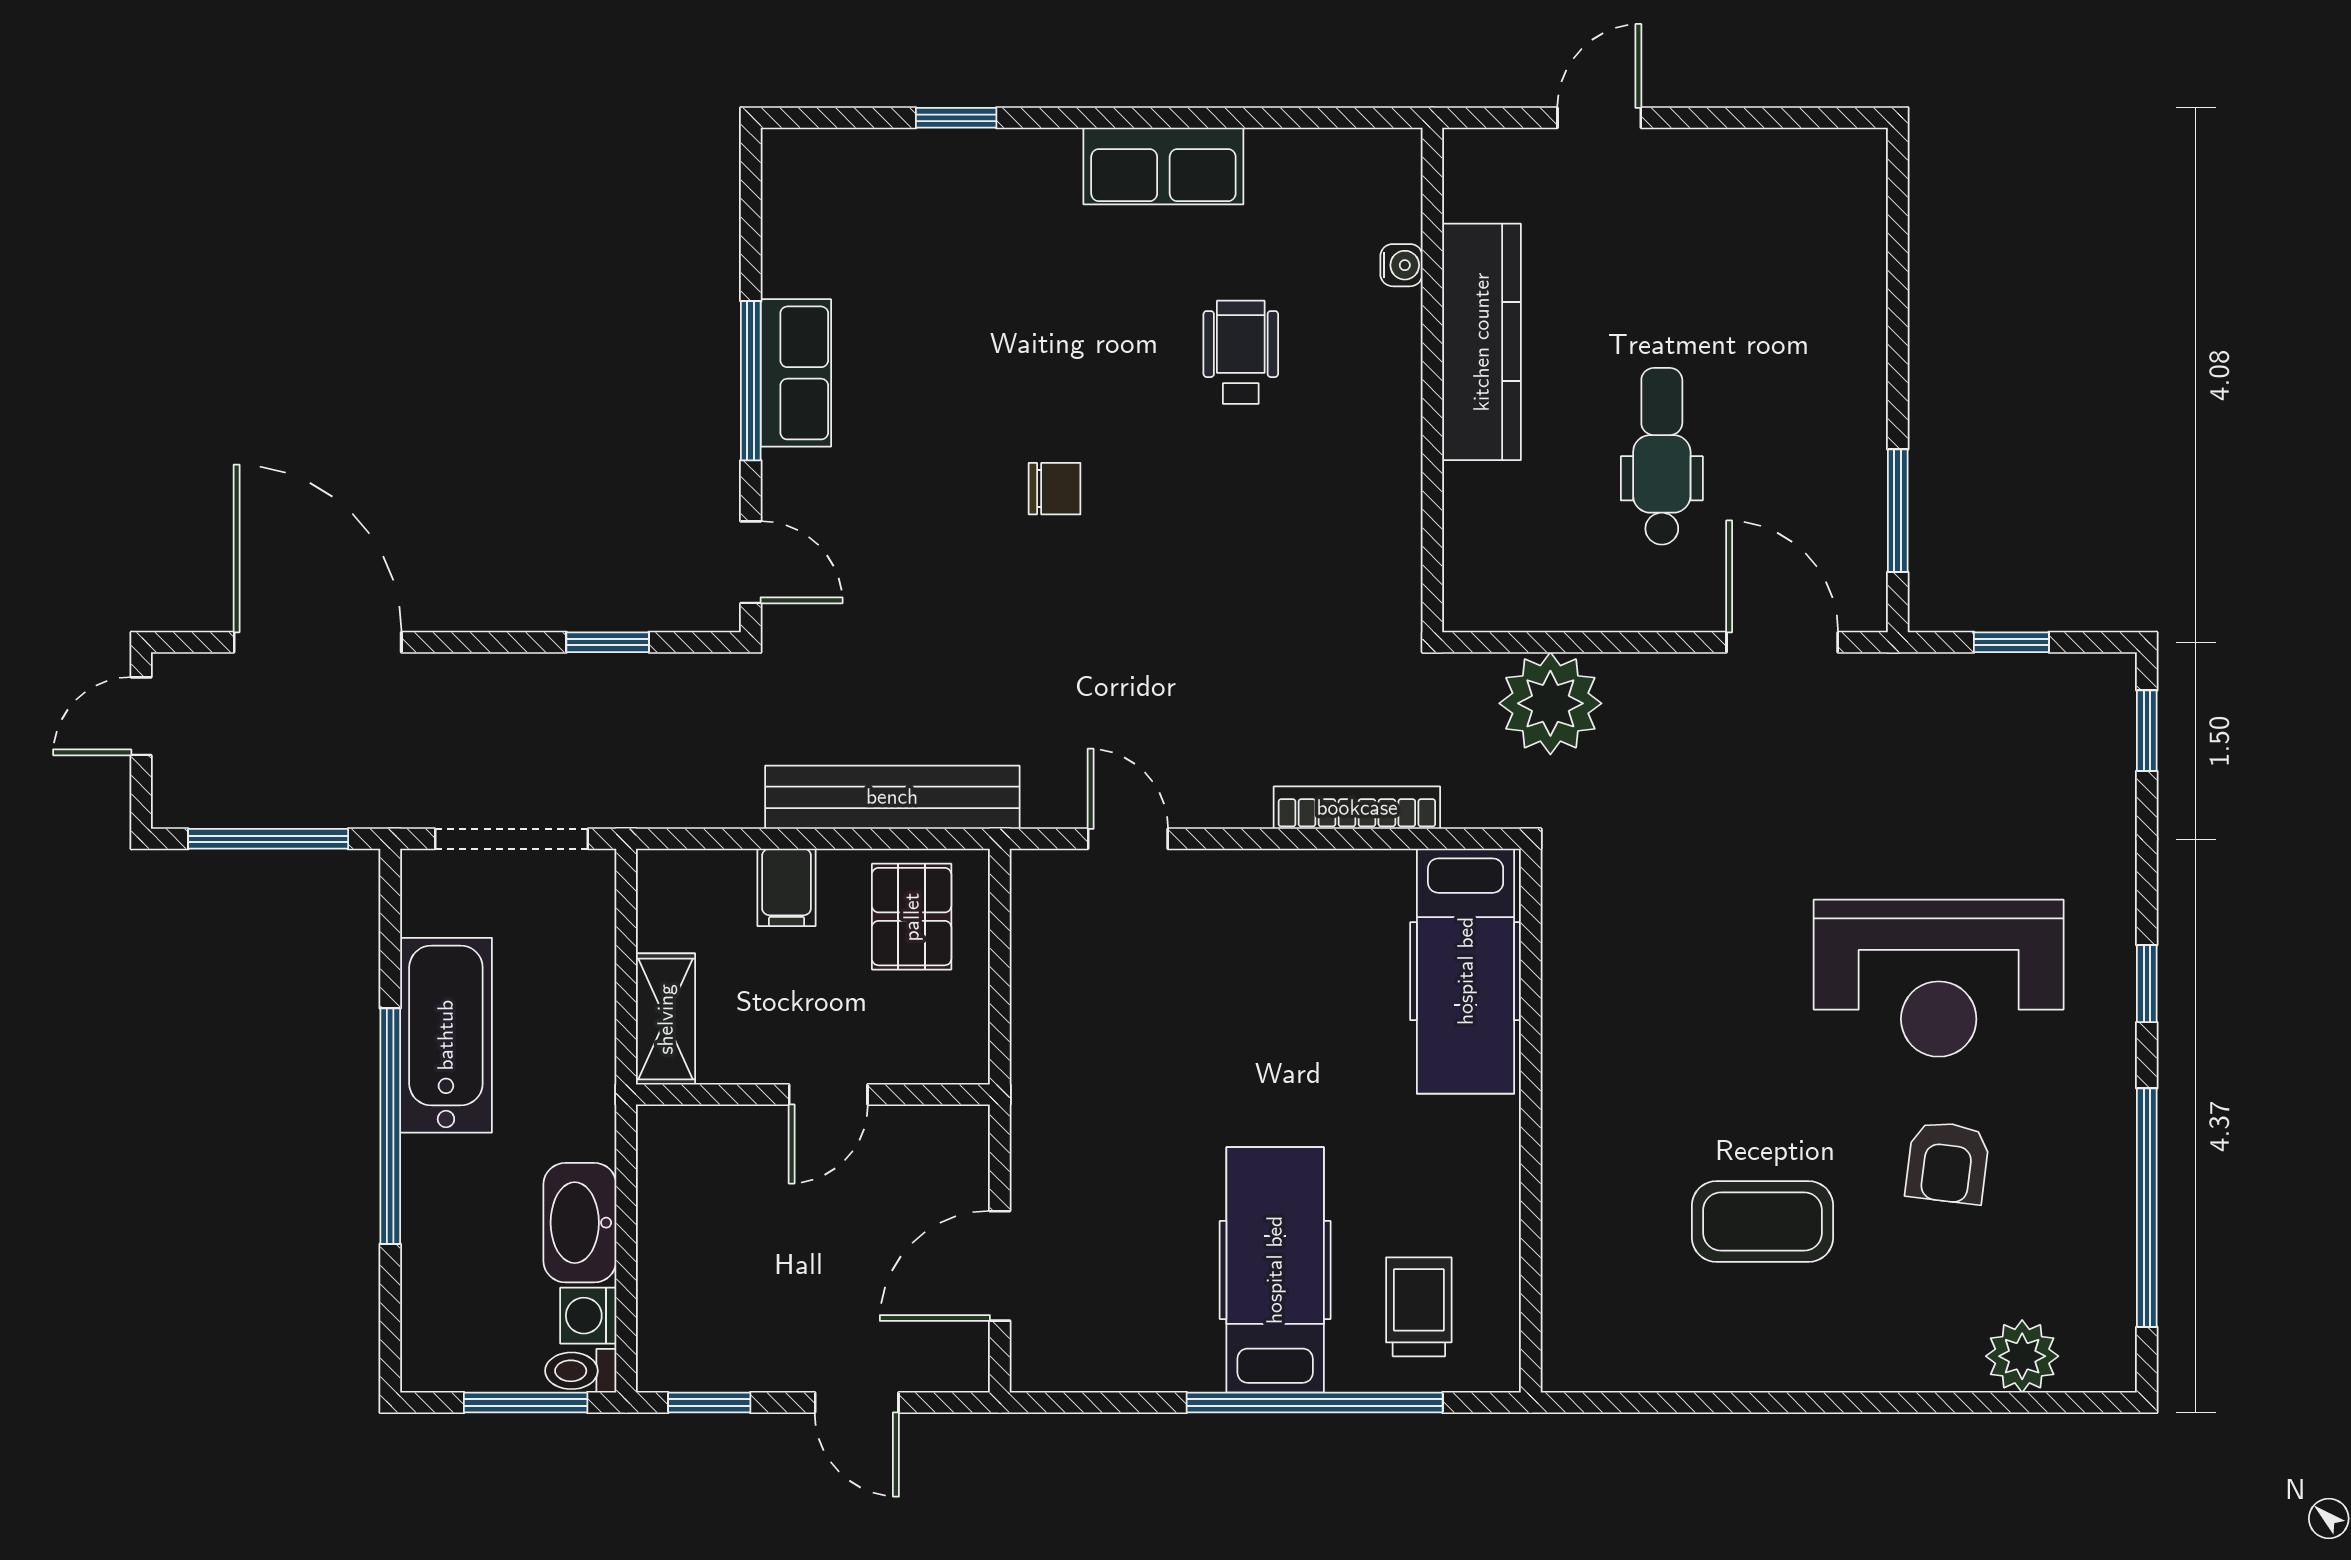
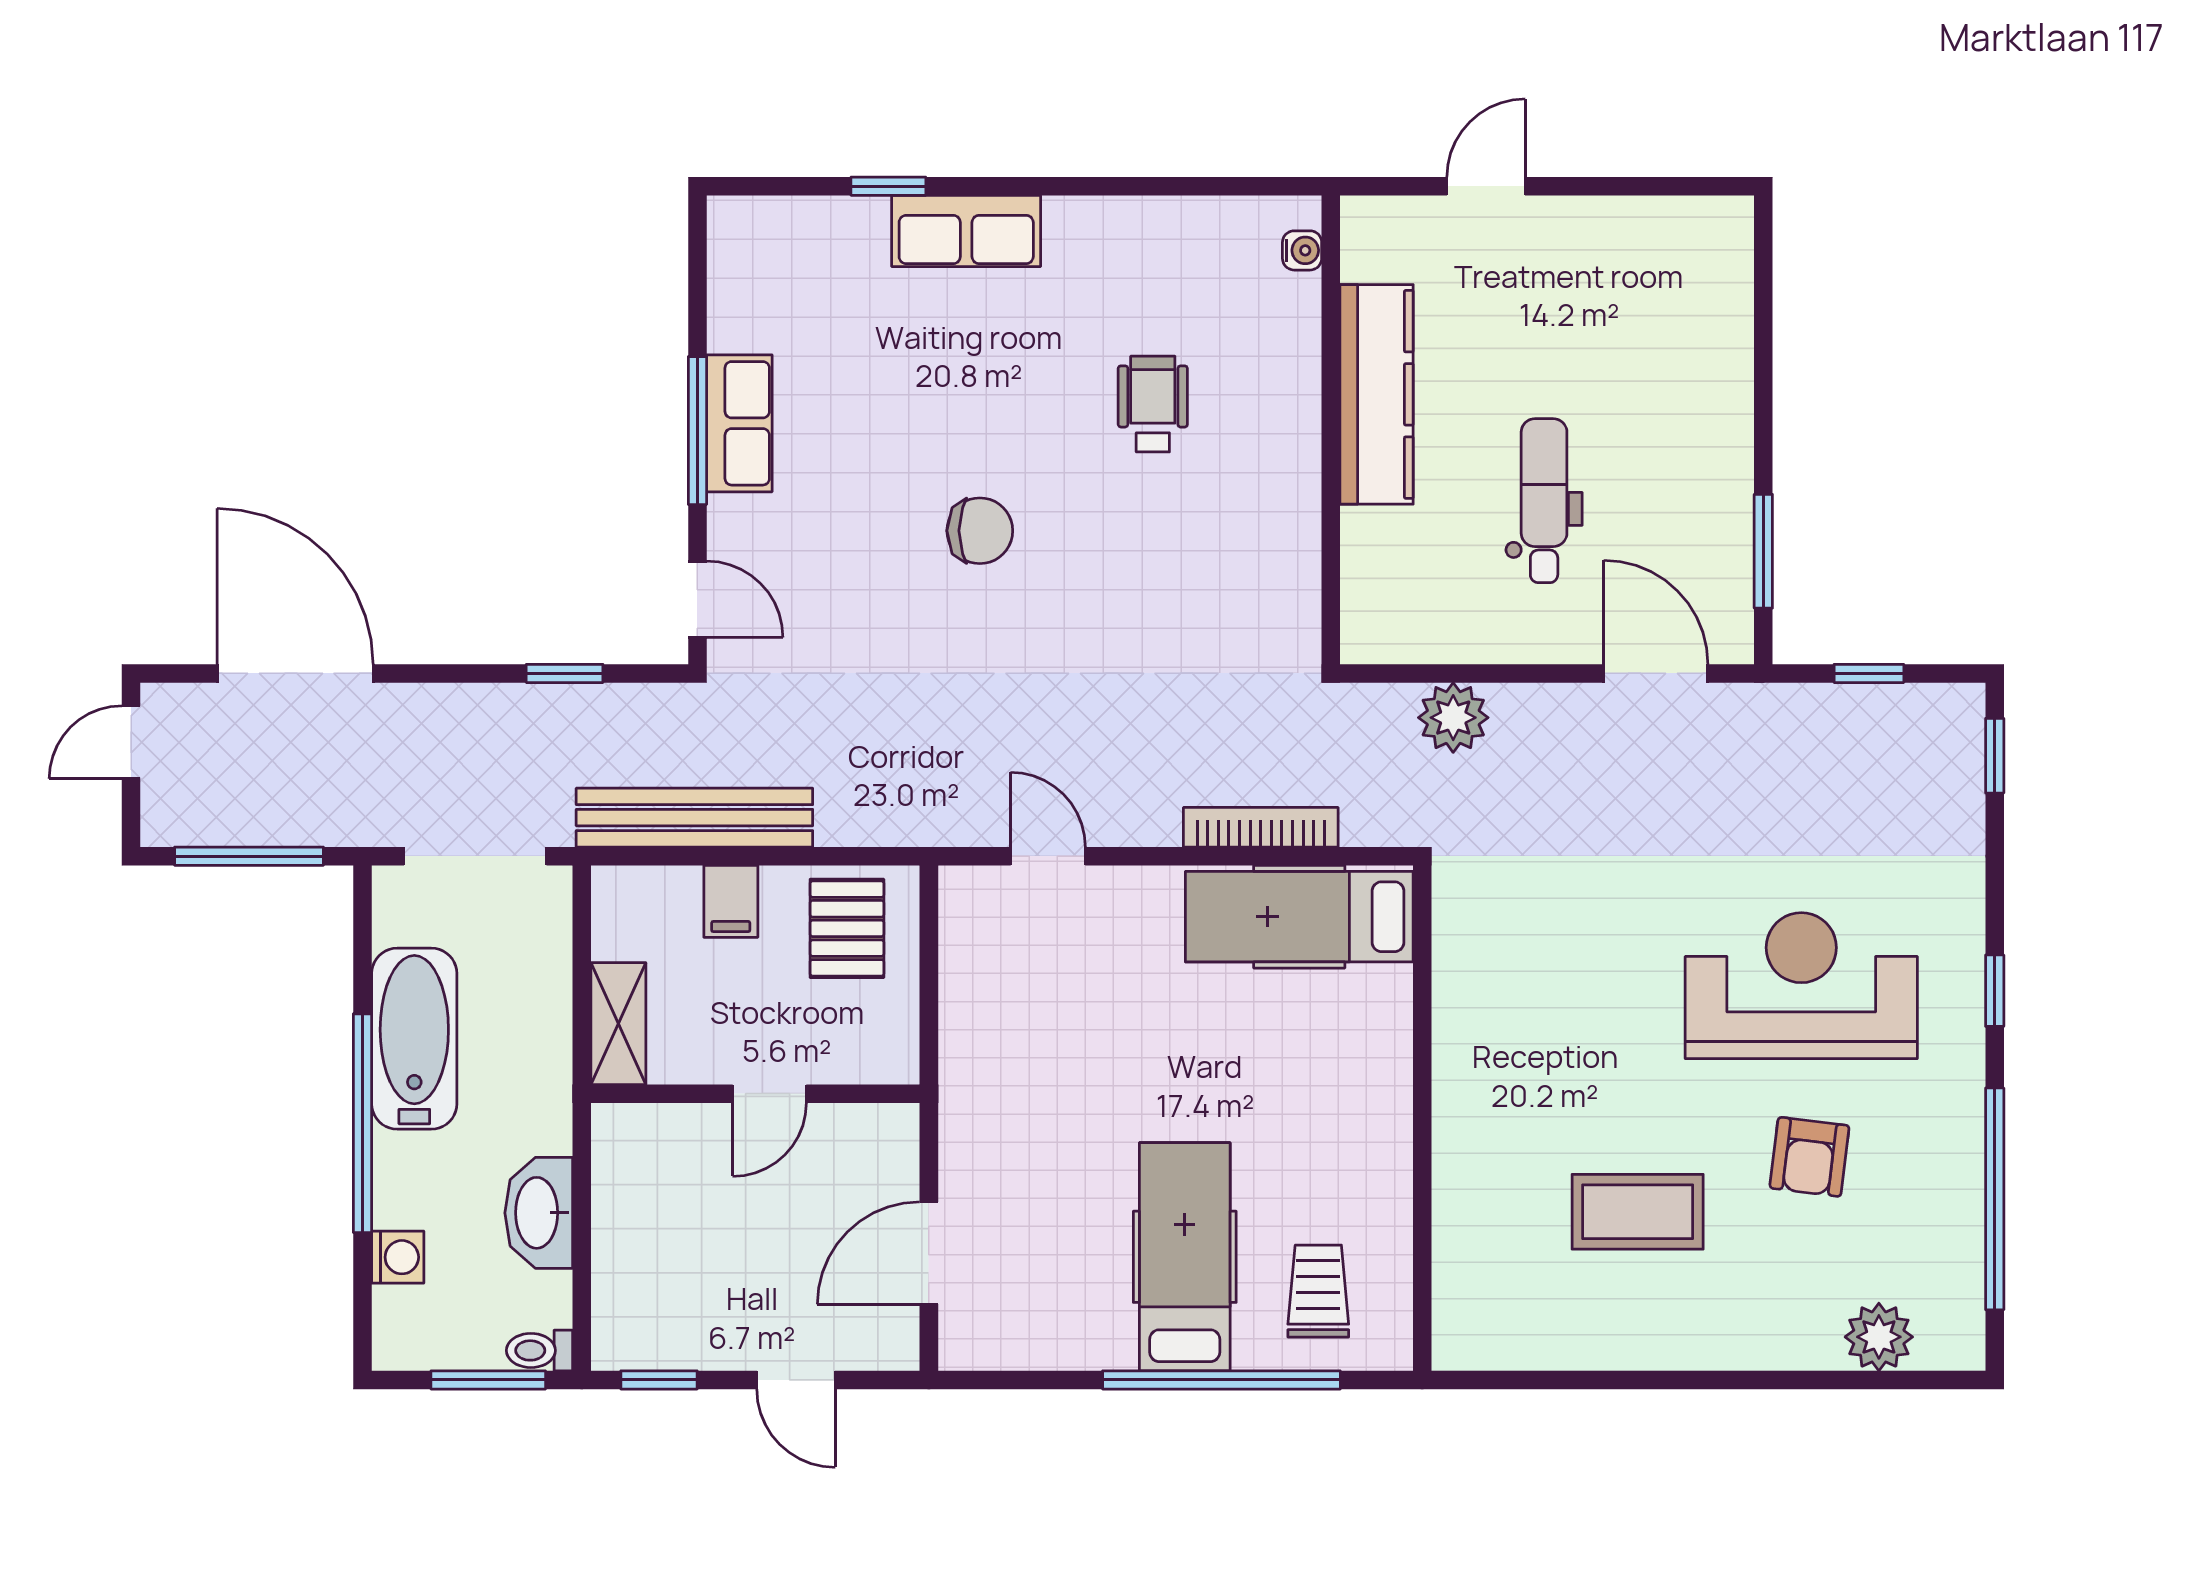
row of seats: (1163, 166) -> (966, 231), moved
water cooler: (1401, 265) -> (1302, 250), moved
chair: (1055, 489) -> (980, 531), width x1.37, depth x1.37
plant: (1550, 703) -> (1453, 718), width x0.73, depth x0.73
bench: (892, 797) -> (694, 818), moved
hospital bed: (1466, 971) -> (1299, 917), moved, turned 90
reception desk: (1939, 978) -> (1801, 986), turned 180
washing machine: (588, 1316) -> (398, 1257), moved, turned 180

